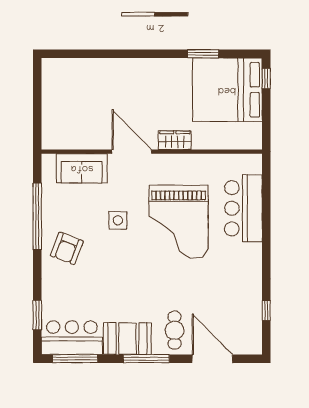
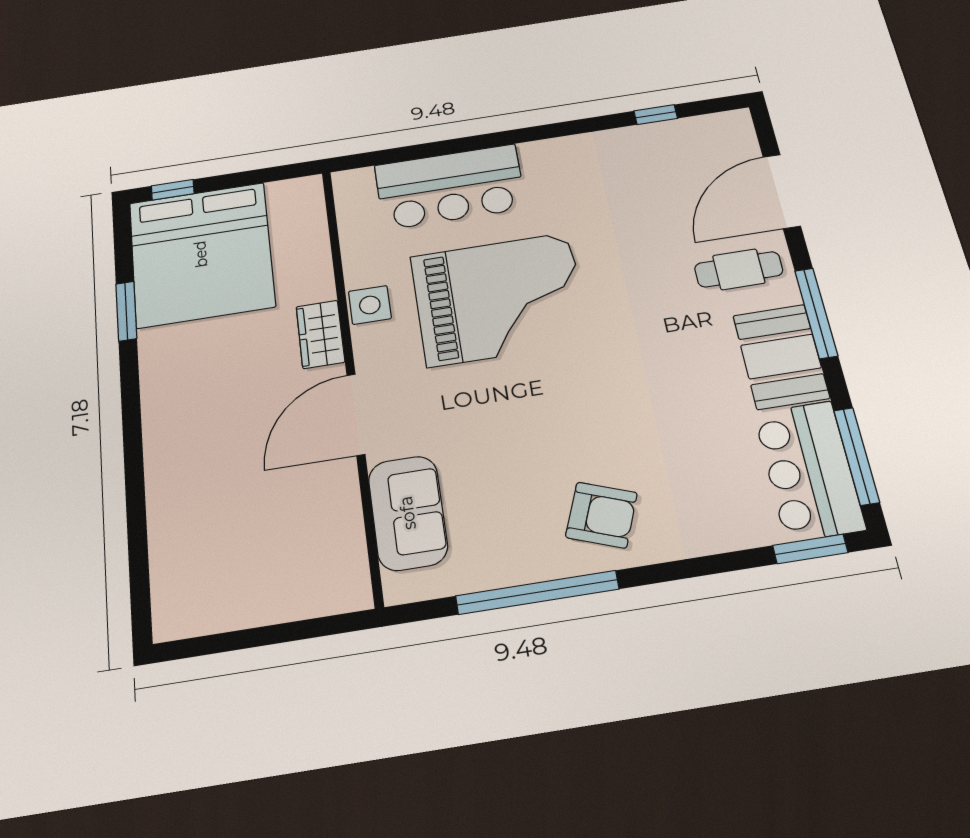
side table: (118, 220) -> (370, 305), moved
window: (37, 315) -> (810, 549), moved

